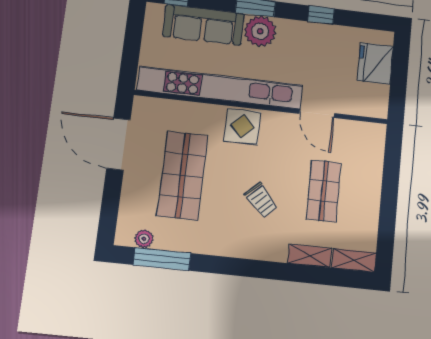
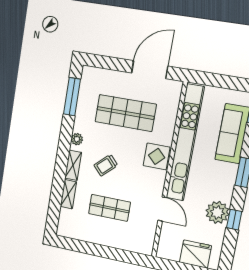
plant: (260, 31) -> (217, 212), moved
door: (317, 114) -> (162, 209), swing flipped
plant: (144, 239) -> (77, 139), moved
shelving: (354, 260) -> (73, 165), moved

